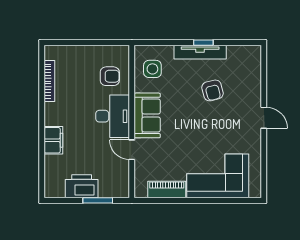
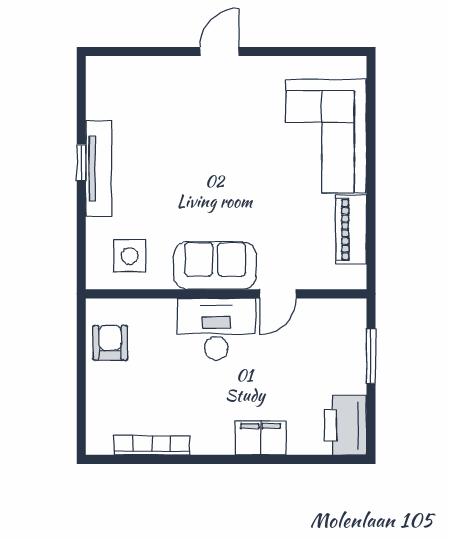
armchair: (110, 76) -> (110, 343), moved
armchair: (213, 90) -> (169, 146), removed
printer: (82, 186) -> (345, 425), moved

